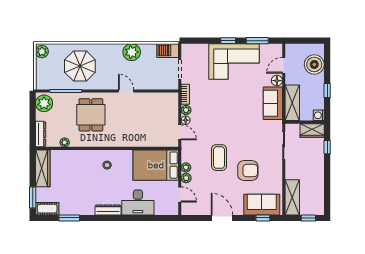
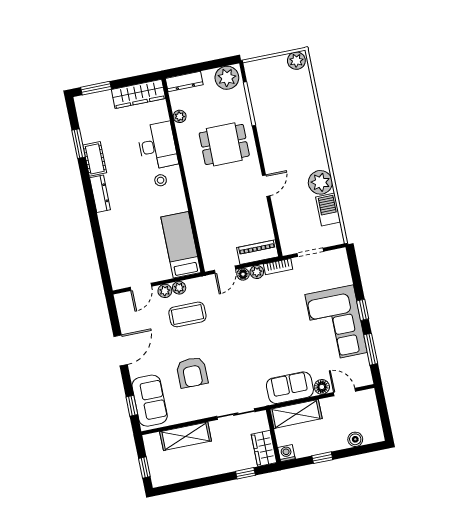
barbecue: (168, 51) -> (328, 209), moved
boiler: (314, 64) -> (355, 439), width x0.54, depth x0.54
parasol: (80, 66) -> (287, 116), removed
piano: (172, 107) -> (258, 252), added
coffee table: (219, 158) -> (187, 314), moved
bed: (156, 165) -> (181, 245), width x0.67
shelving: (292, 197) -> (186, 436), moved
desk: (138, 202) -> (157, 146), moved, turned 180
cot: (47, 209) -> (95, 159), moved

